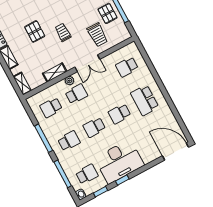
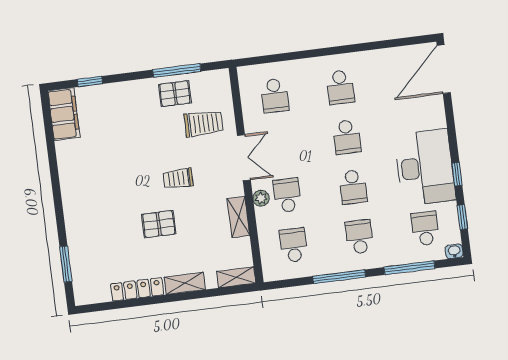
school desk: (145, 100) -> (340, 87), width x0.54
school desk: (51, 108) -> (294, 245), turned 180

